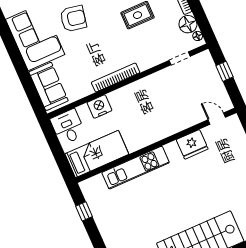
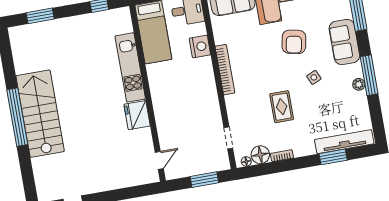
window: (225, 71) -> (204, 180), width x1.50
fridge: (192, 144) -> (137, 115), moved

